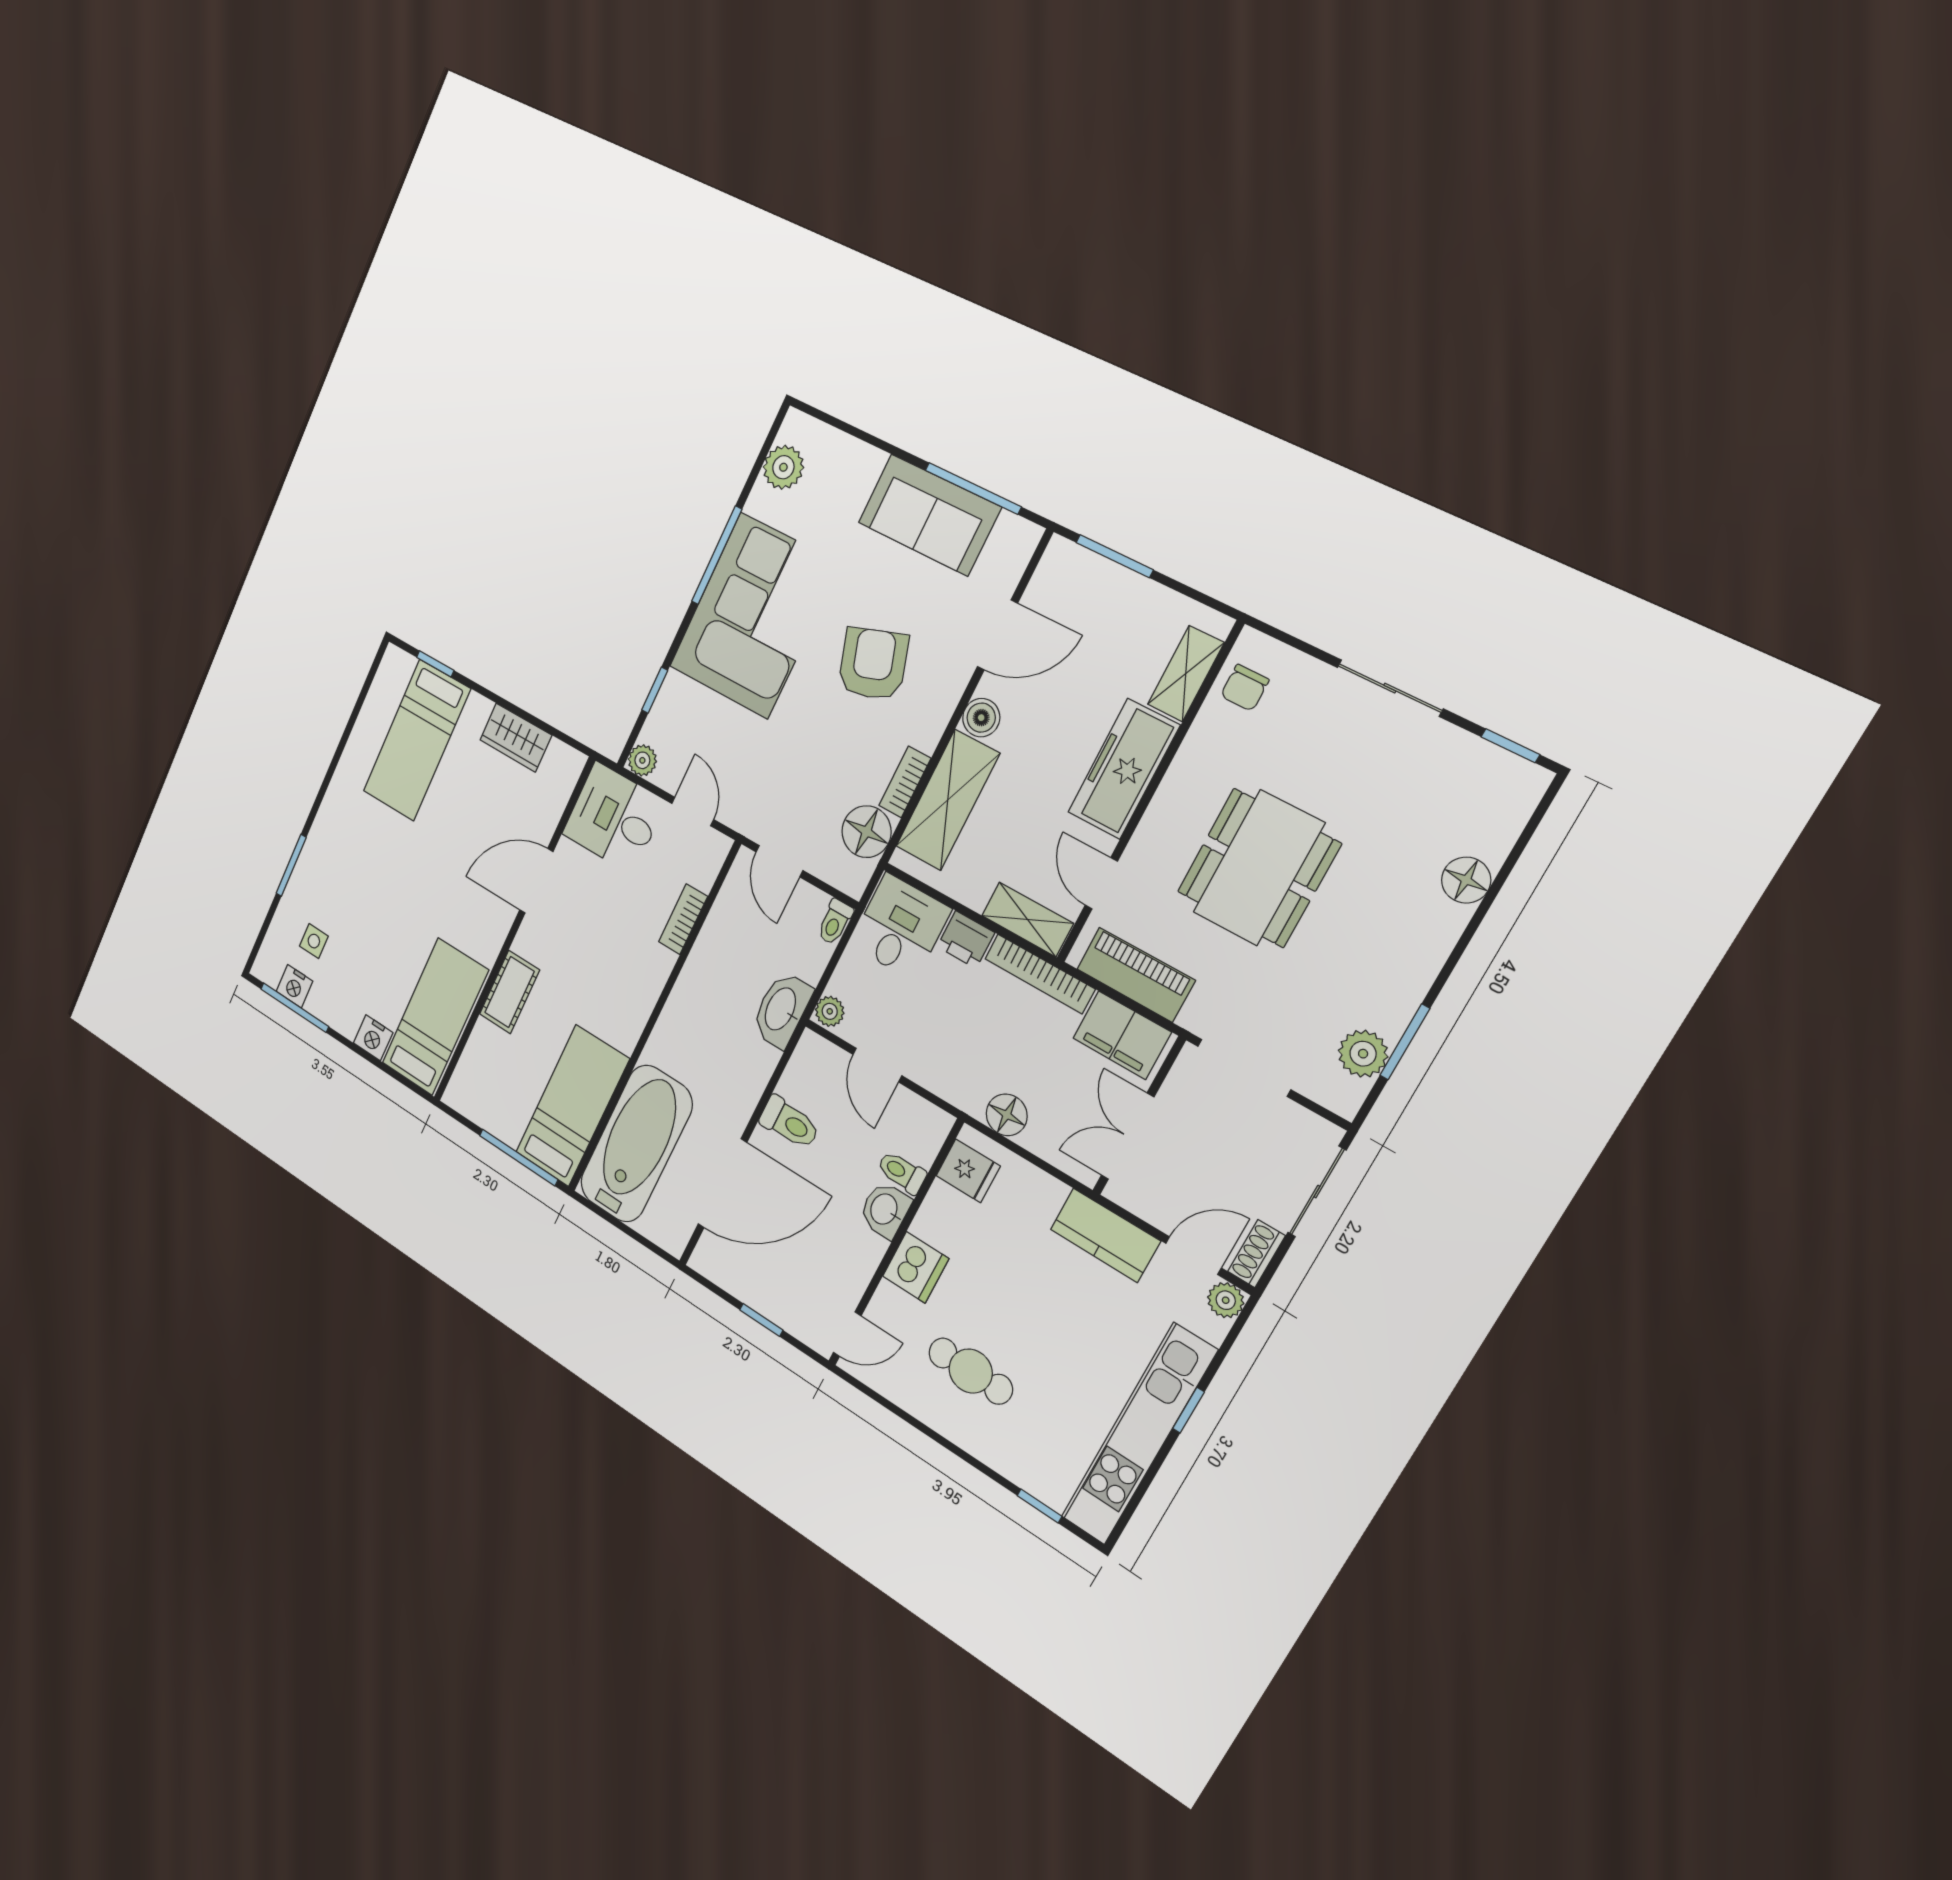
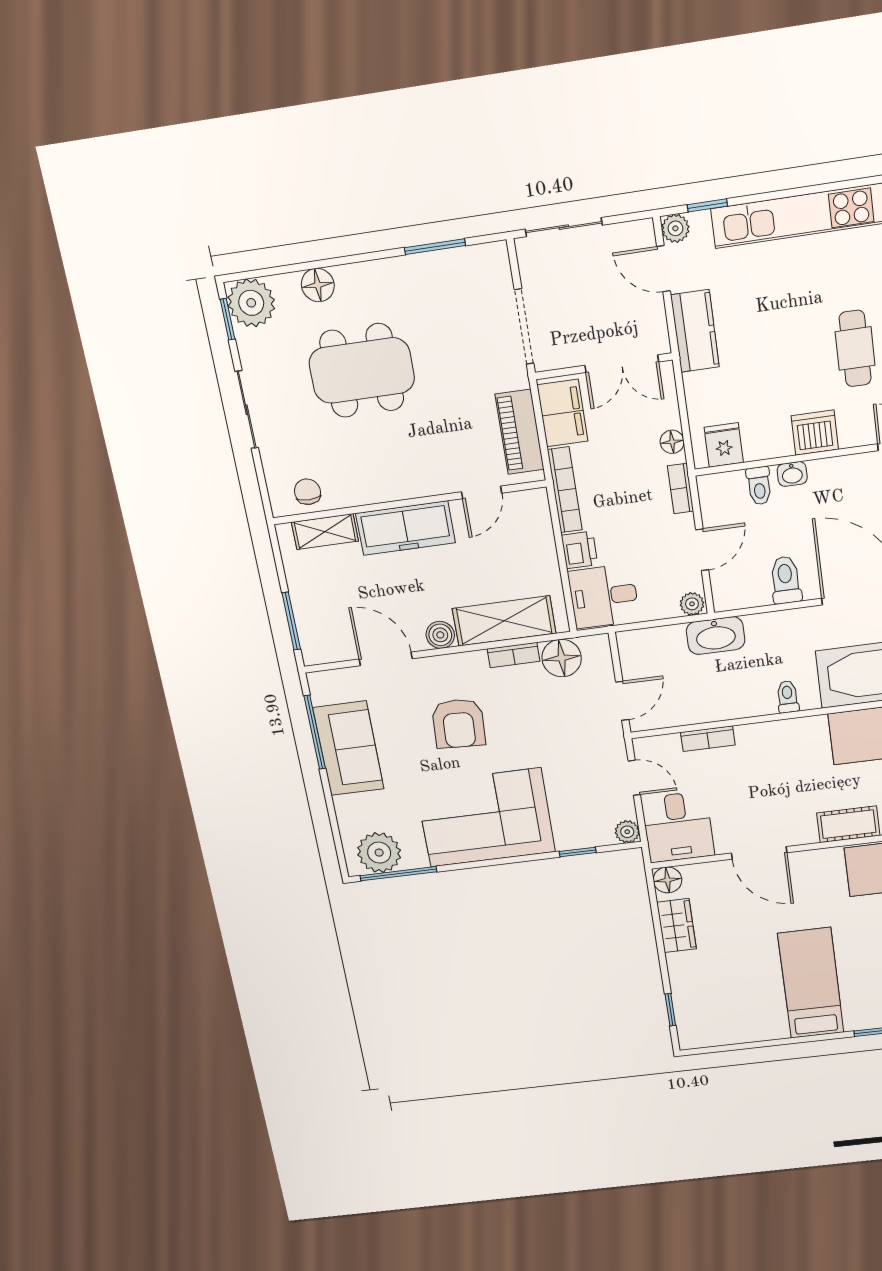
plant: (783, 467) -> (379, 853), width x1.36, depth x1.36
window: (717, 555) -> (398, 874), moved
armchair: (873, 664) -> (459, 723), turned -69
chair: (1245, 688) -> (307, 492), turned -90
bed: (417, 740) -> (811, 983), moved, turned -90
floor lamp: (567, 764) -> (667, 880), added
door: (693, 811) -> (634, 778), swing flipped
dining table: (1259, 868) -> (362, 370), moved
shelving: (1028, 919) -> (538, 521), removed
toilet: (835, 922) -> (788, 697), moved, turned -90
plant: (1363, 1054) -> (251, 303), moved, width x1.36, depth x1.36
bookcase: (955, 1093) -> (681, 489), added
floor lamp: (1007, 1115) -> (672, 442), width x0.73, depth x0.73
washbasin: (885, 1210) -> (792, 474), width x0.72, depth x0.69
shoe rack: (1256, 1254) -> (631, 233), removed
window: (1188, 1410) -> (707, 205), moved

